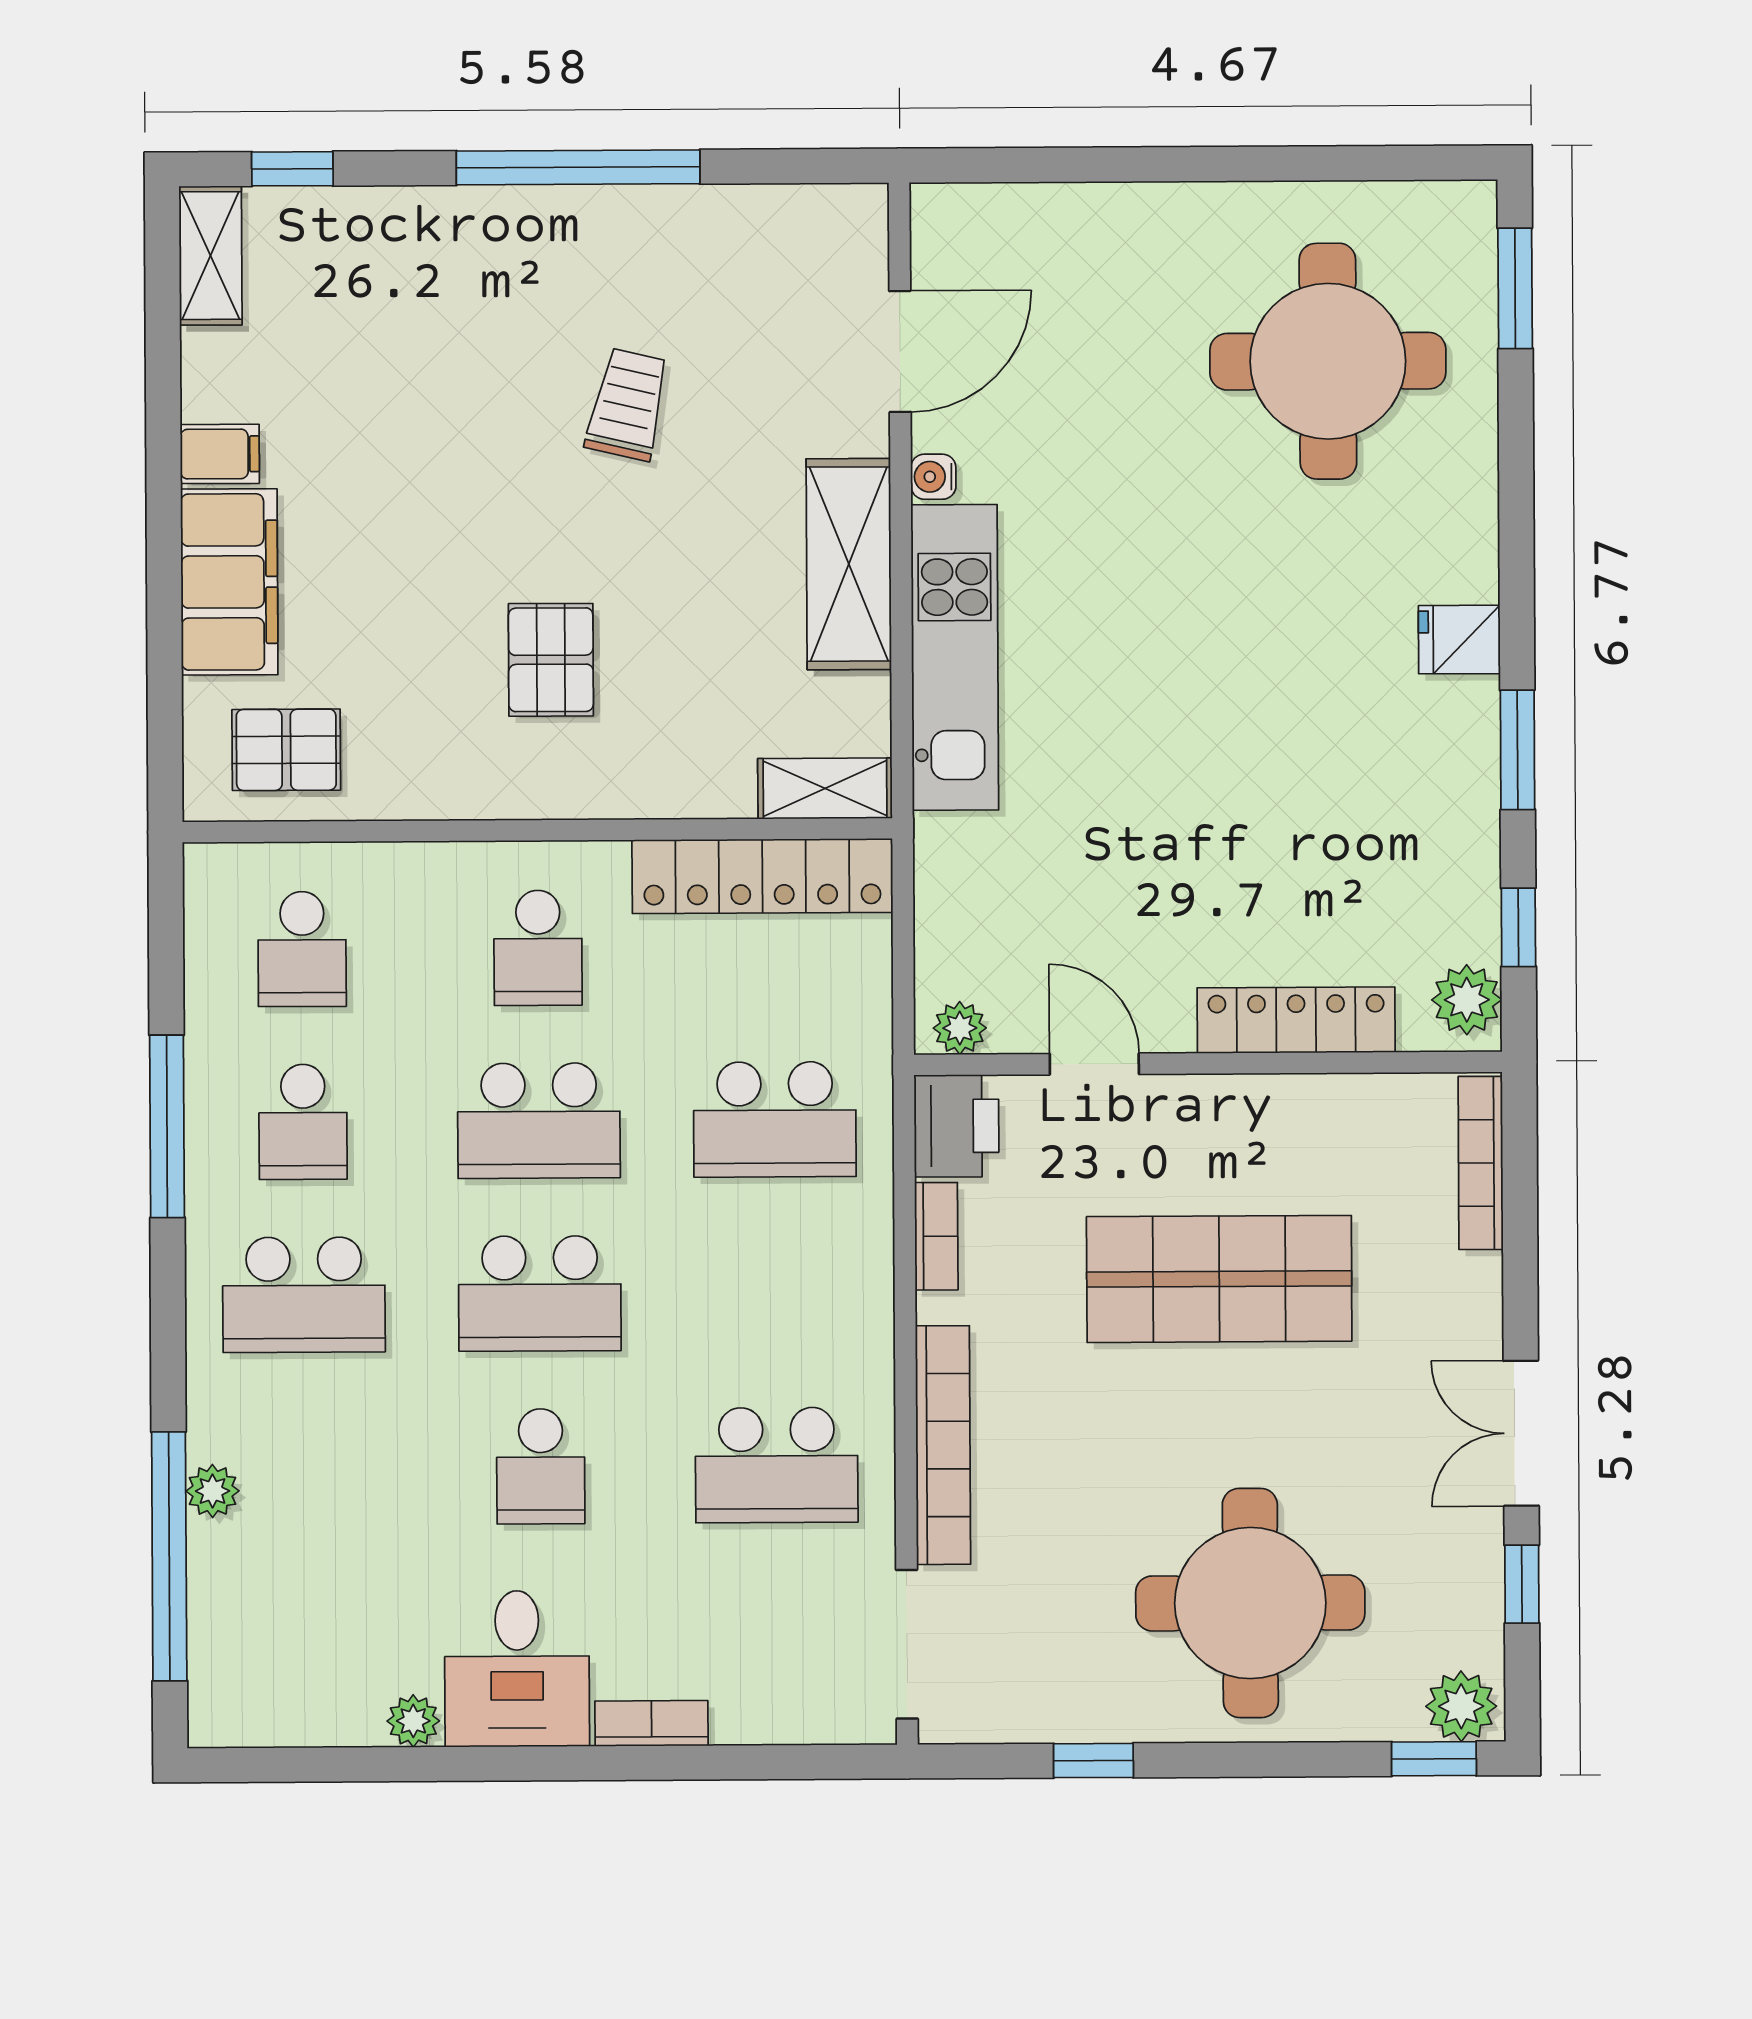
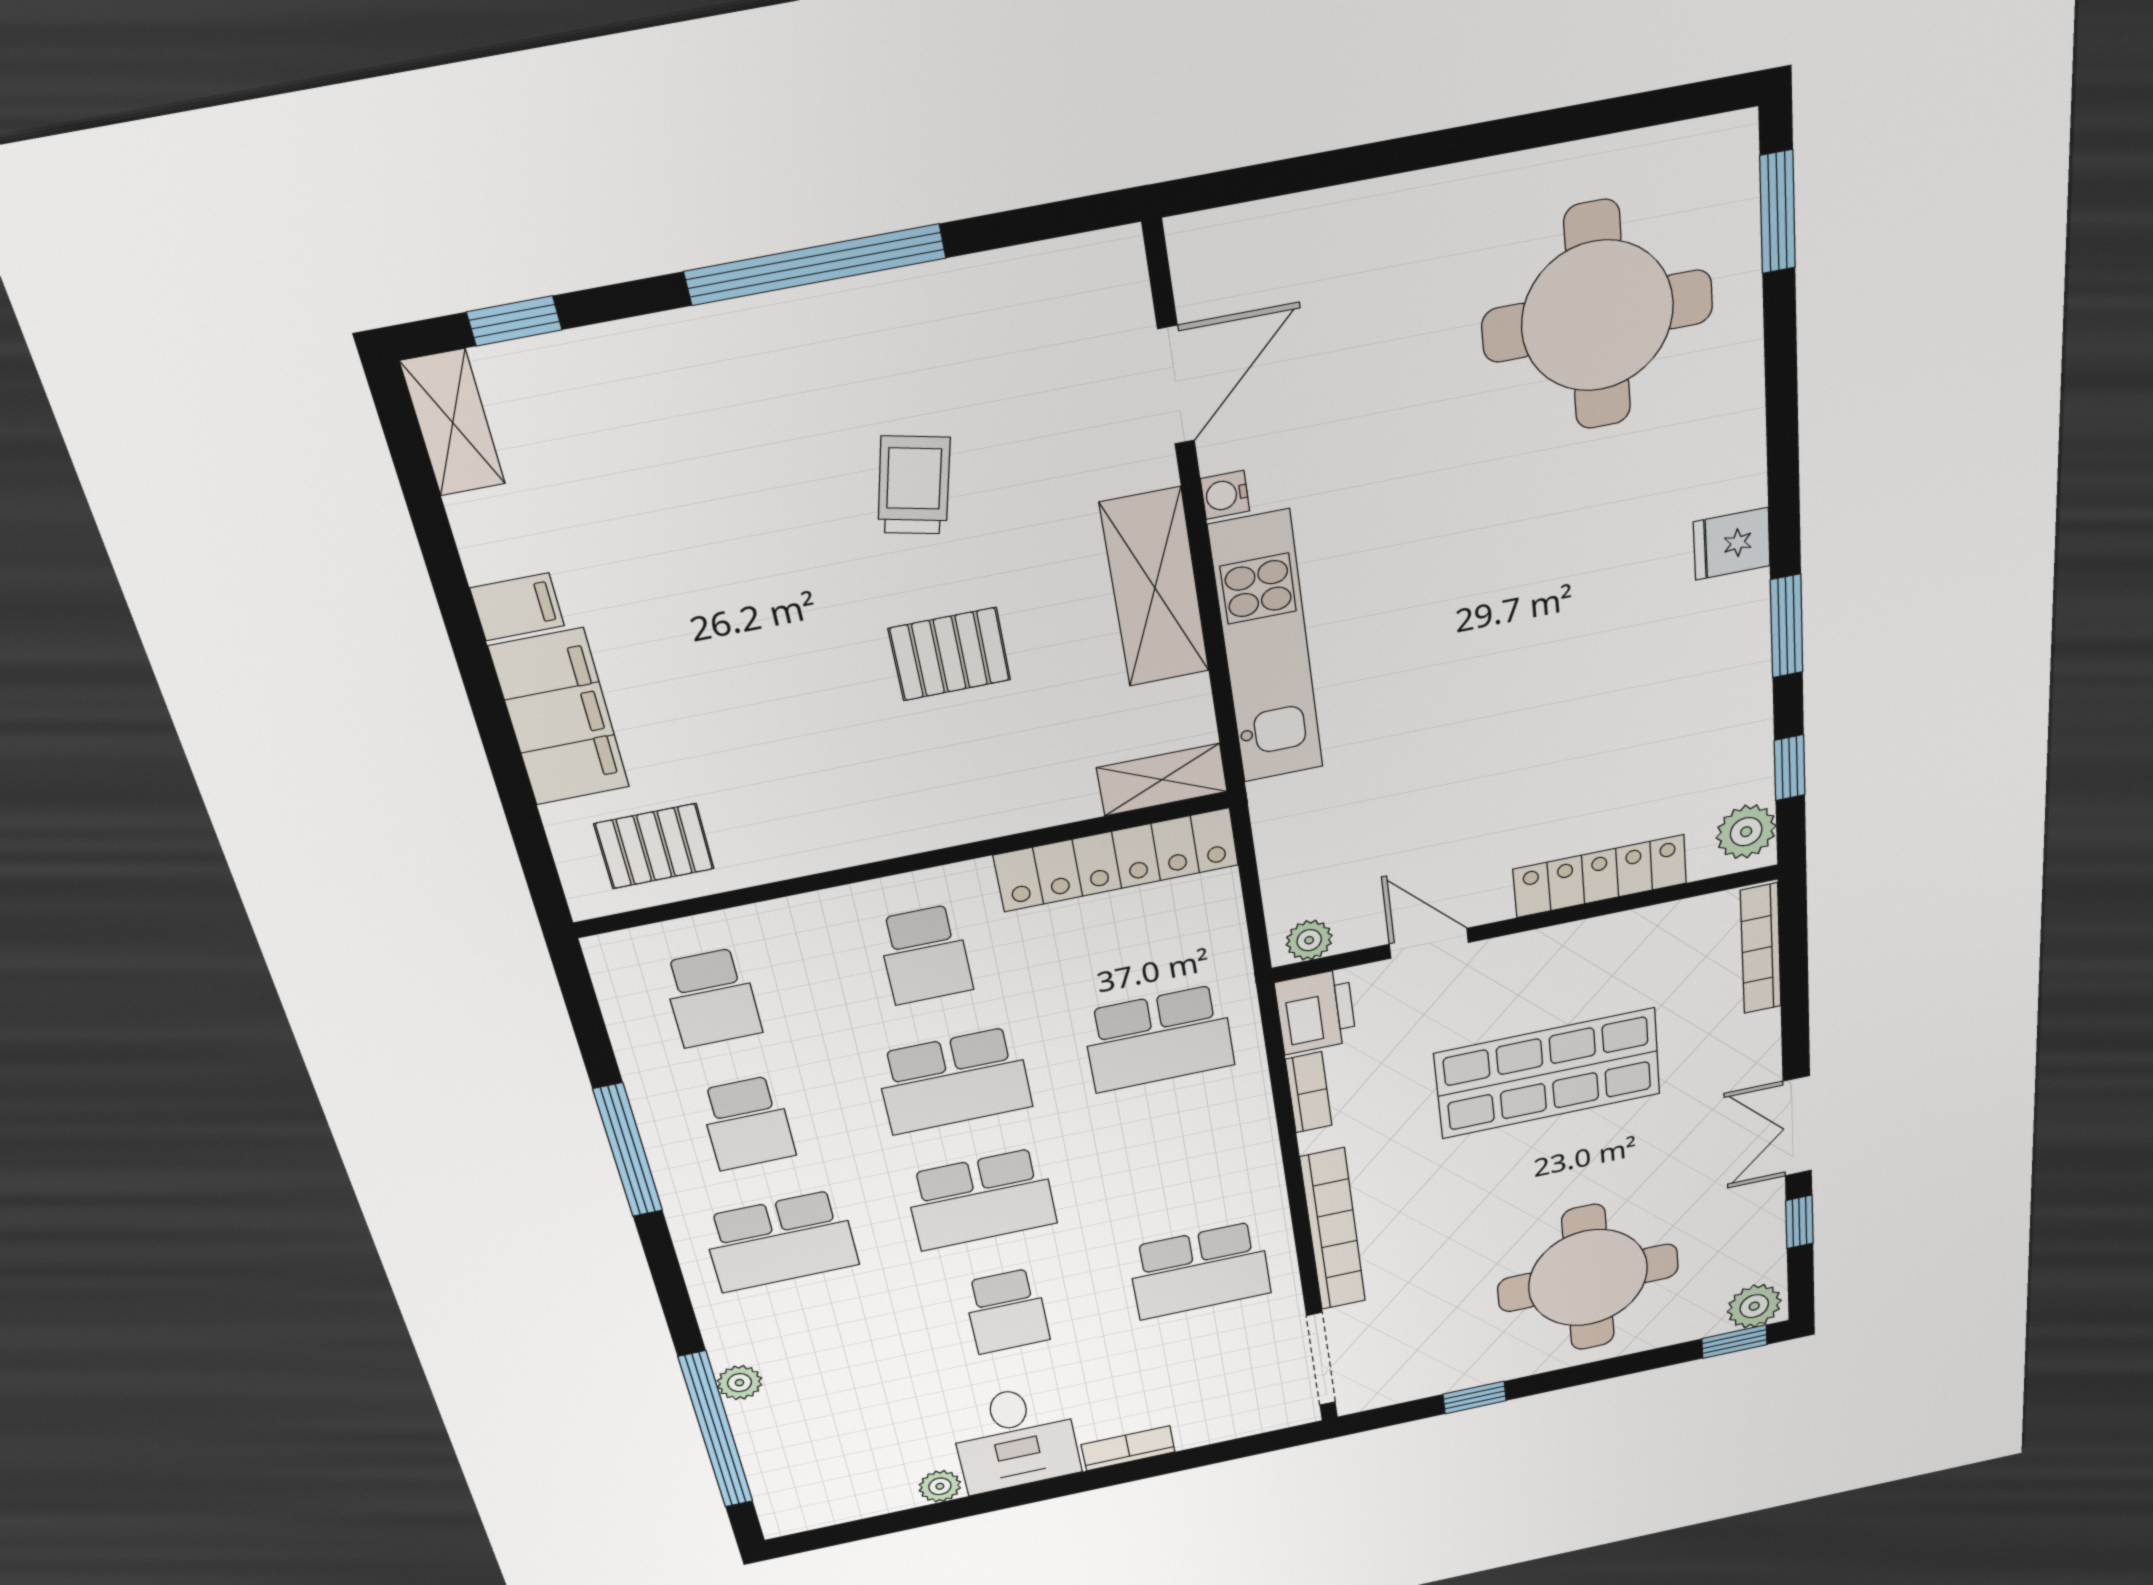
pallet: (551, 660) -> (950, 654), moved, turned 90

